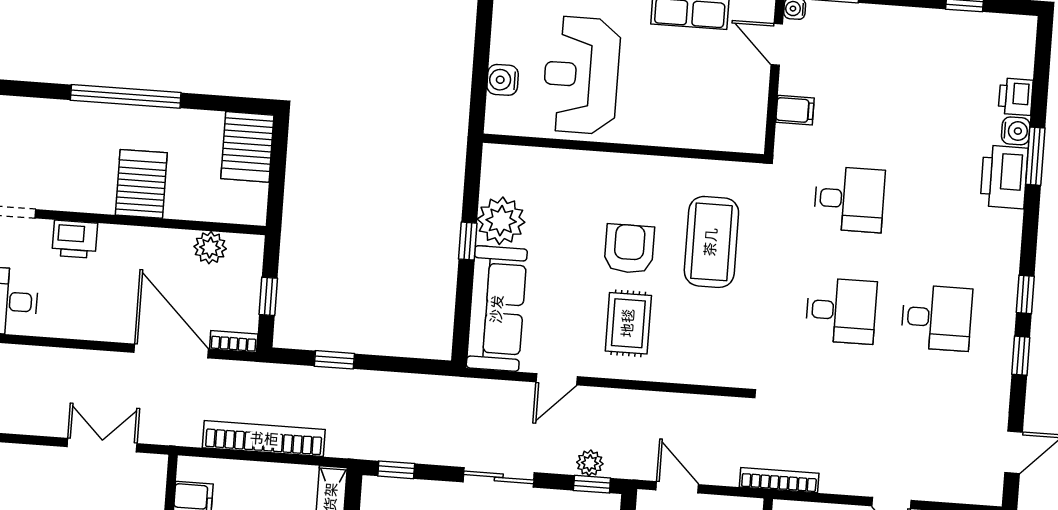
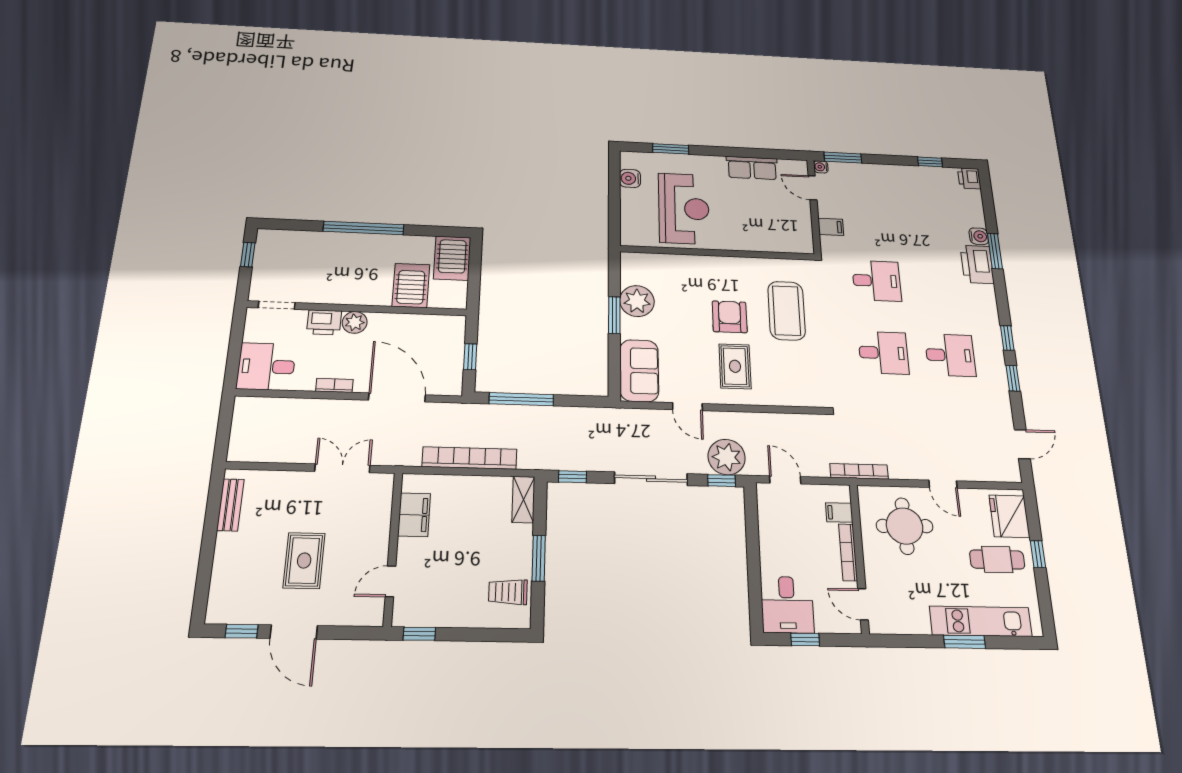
reception desk: (581, 75) -> (684, 209), turned 180
water cooler: (503, 80) -> (630, 178), moved
printer: (1016, 97) -> (969, 178), moved
server rack: (141, 184) -> (411, 285), moved
window: (468, 241) -> (614, 315), width x1.50
plant: (210, 248) -> (355, 322), moved
sofa: (497, 309) -> (639, 371), width x0.73
bookcase: (234, 341) -> (334, 385), moved
window: (334, 360) -> (521, 399), width x2.17
door: (557, 379) -> (687, 407), hinge flipped
plant: (590, 463) -> (727, 457), width x1.88, depth x1.88
sliding door: (499, 477) -> (651, 479), width x1.37

